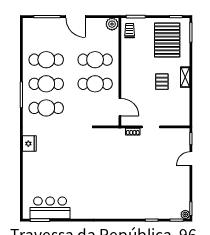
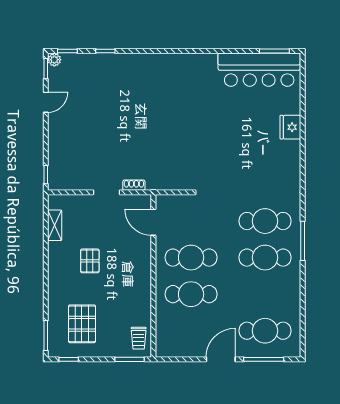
door: (75, 17) -> (221, 359), hinge flipped
plant: (112, 24) -> (165, 348), removed
pallet: (167, 40) -> (82, 324), width x0.73, depth x0.71
cafe table: (46, 60) -> (265, 331), moved
shelving: (185, 77) -> (55, 225), moved
fridge: (29, 144) -> (290, 127), moved
door: (191, 159) -> (46, 102), moved
bar counter: (50, 208) -> (259, 70), width x1.36

